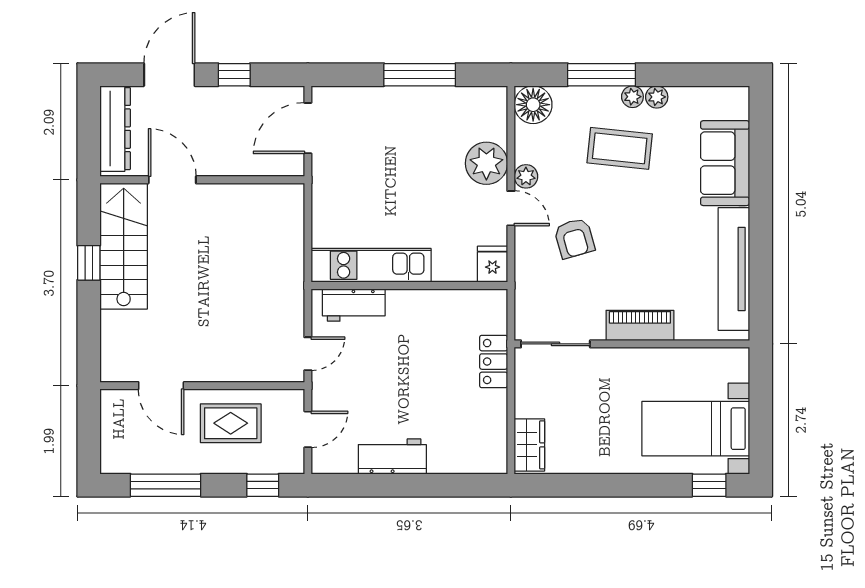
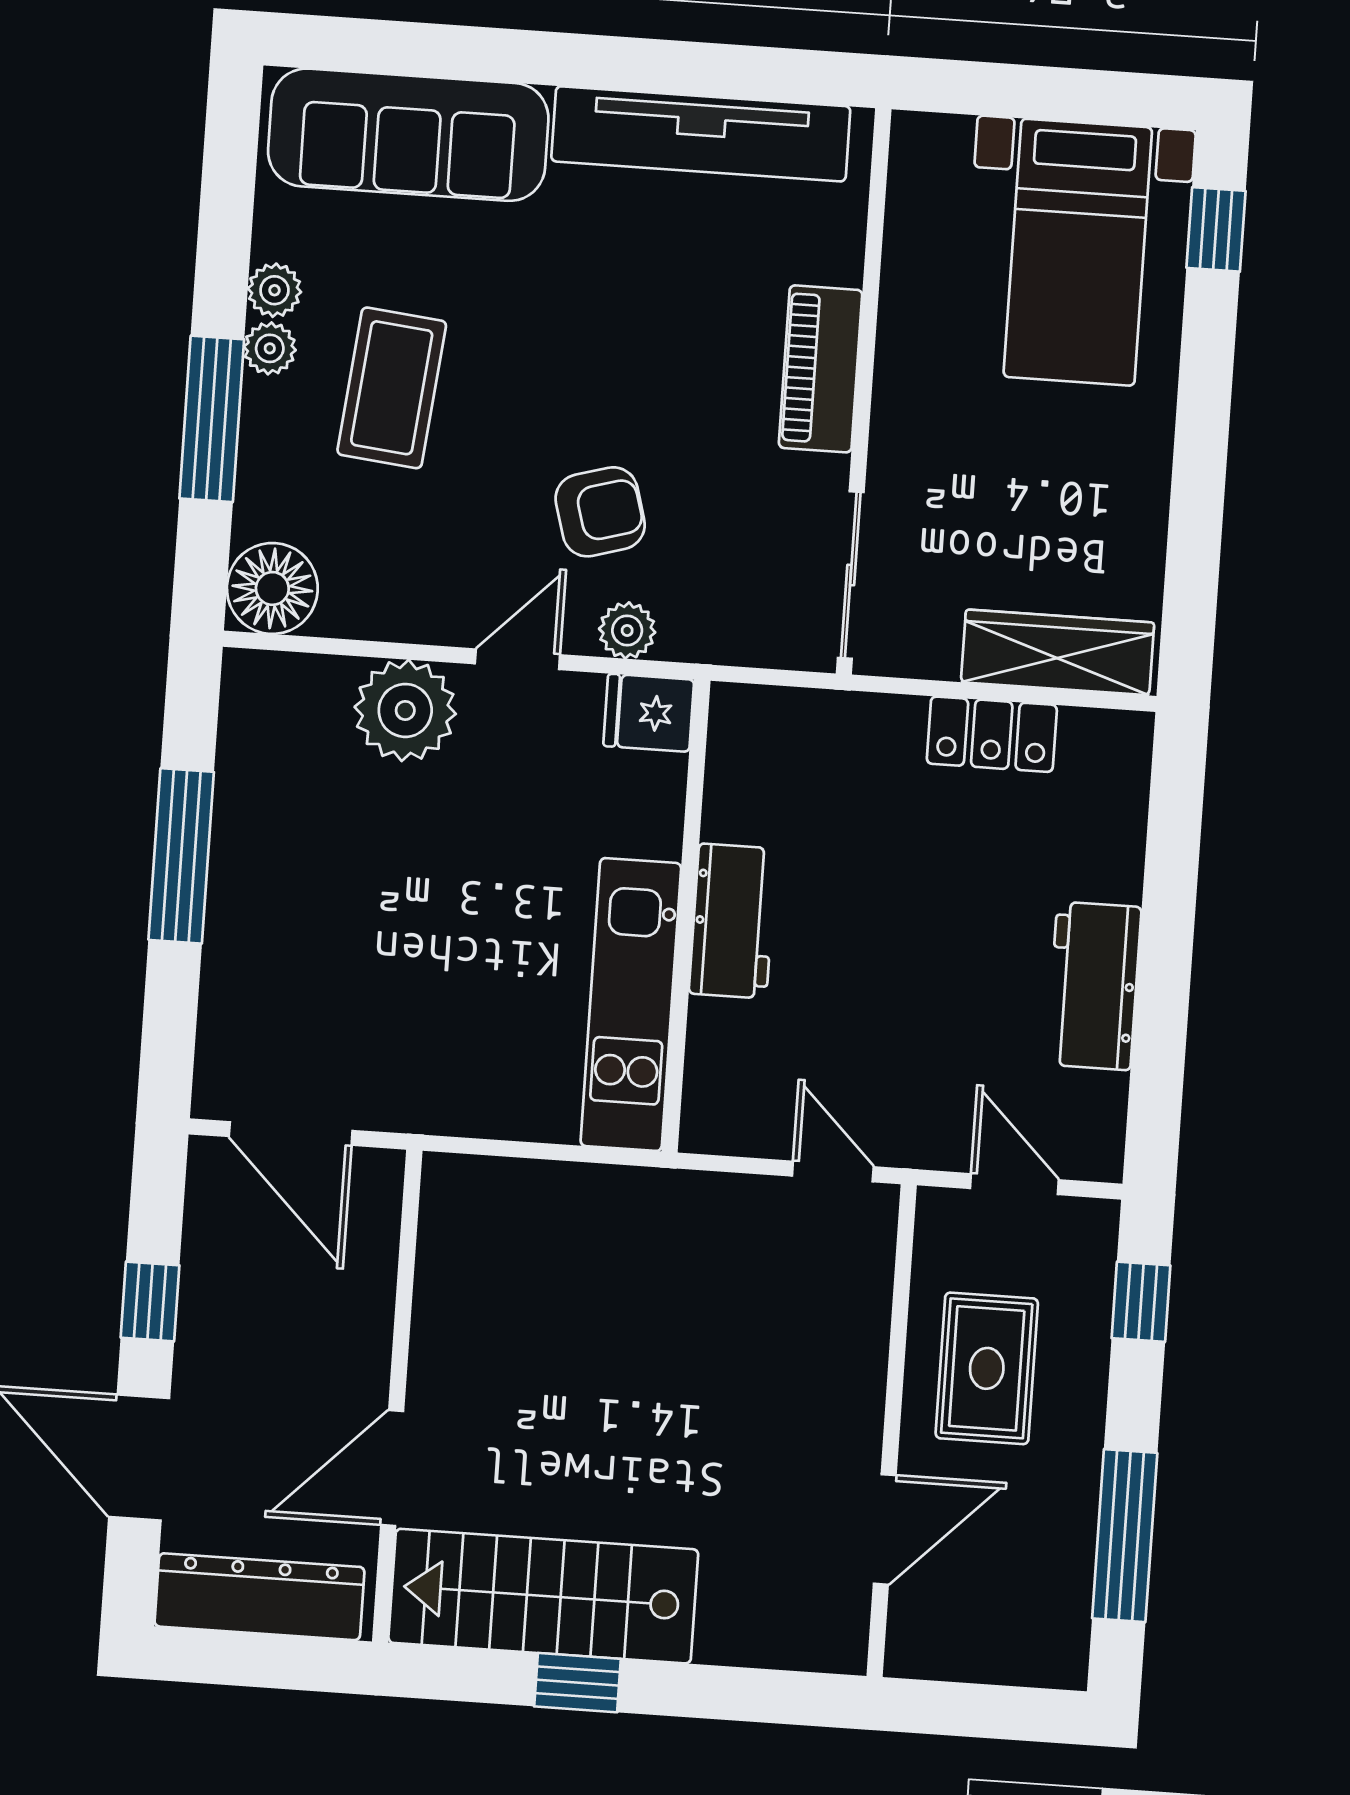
sofa: (725, 163) -> (408, 135), width x1.36
plant: (526, 176) -> (627, 630), moved
workbench: (354, 305) -> (733, 921), moved
locker: (494, 362) -> (992, 734), moved
wardrobe: (529, 445) -> (1058, 652), width x1.50

